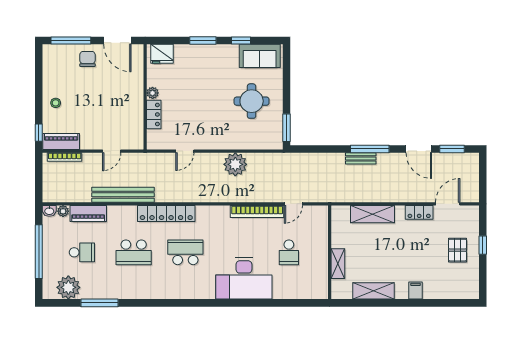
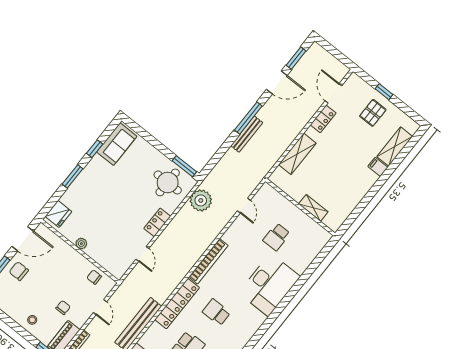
round table: (252, 101) -> (168, 182), moved
locker: (154, 114) -> (157, 222), moved, turned -90
chair: (87, 121) -> (63, 308), added
chair: (133, 126) -> (94, 277), added
bench: (361, 158) -> (247, 134), width x1.36
plant: (235, 164) -> (201, 200), moved
bookcase: (257, 211) -> (208, 261), moved
pallet: (457, 250) -> (373, 113), turned 90
school desk: (185, 252) -> (216, 312), width x0.54
school desk: (289, 252) -> (277, 237), turned 90
shelving: (373, 291) -> (395, 147), moved

